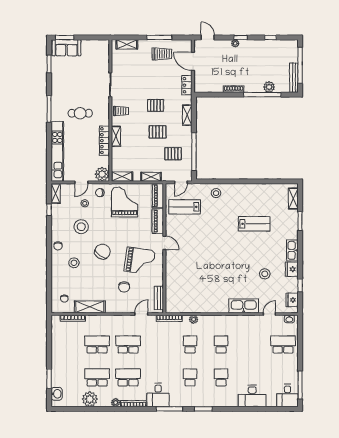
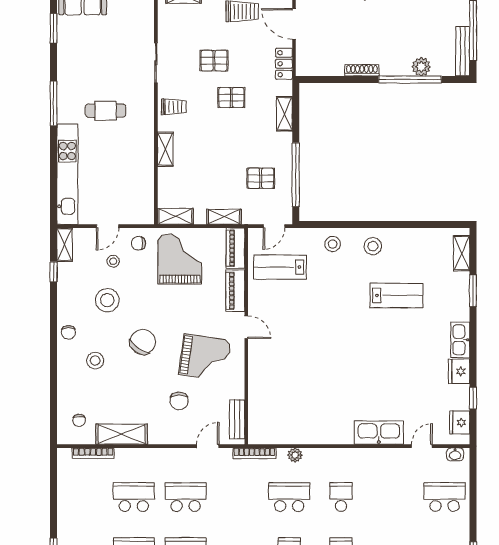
pallet: (158, 132) -> (214, 61), moved
locker: (104, 141) -> (146, 156), removed
plant: (102, 174) -> (142, 212), removed
stool: (265, 274) -> (373, 246), moved
school desk: (190, 344) -> (289, 497), width x1.85

